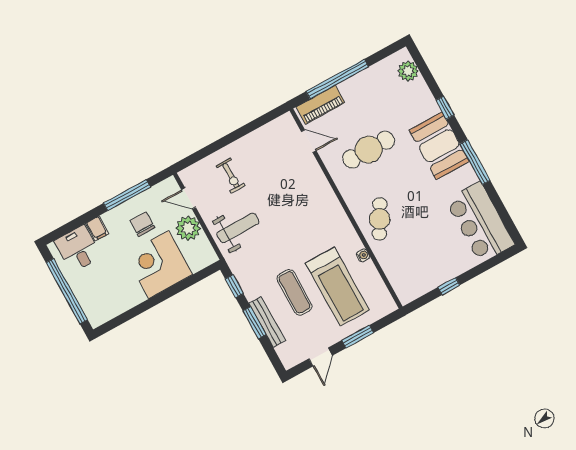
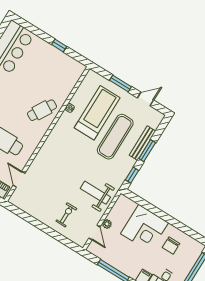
chair: (142, 224) -> (171, 245), moved
plant: (188, 228) -> (107, 224), width x0.53, depth x0.53
exercise mat: (295, 292) -> (115, 137), width x1.36, depth x1.45

